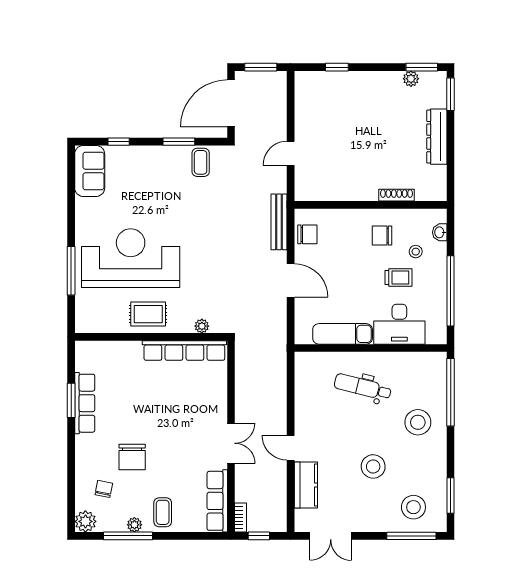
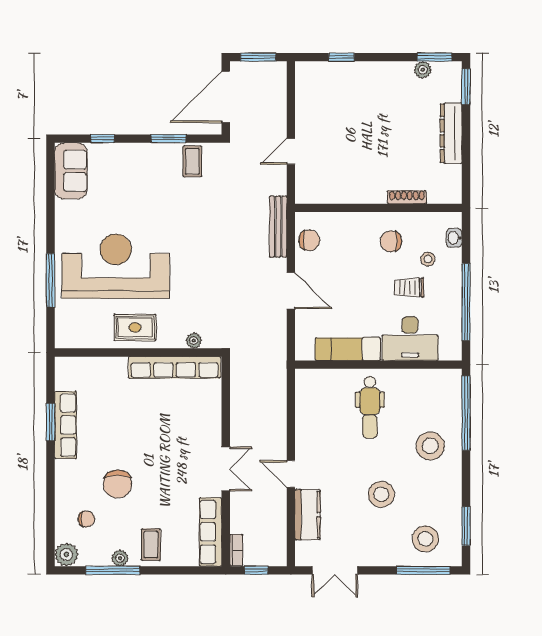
trolley: (399, 278) -> (409, 287), turned 180
dental chair: (363, 387) -> (370, 407), turned -104
chair: (104, 489) -> (86, 519), turned 79

